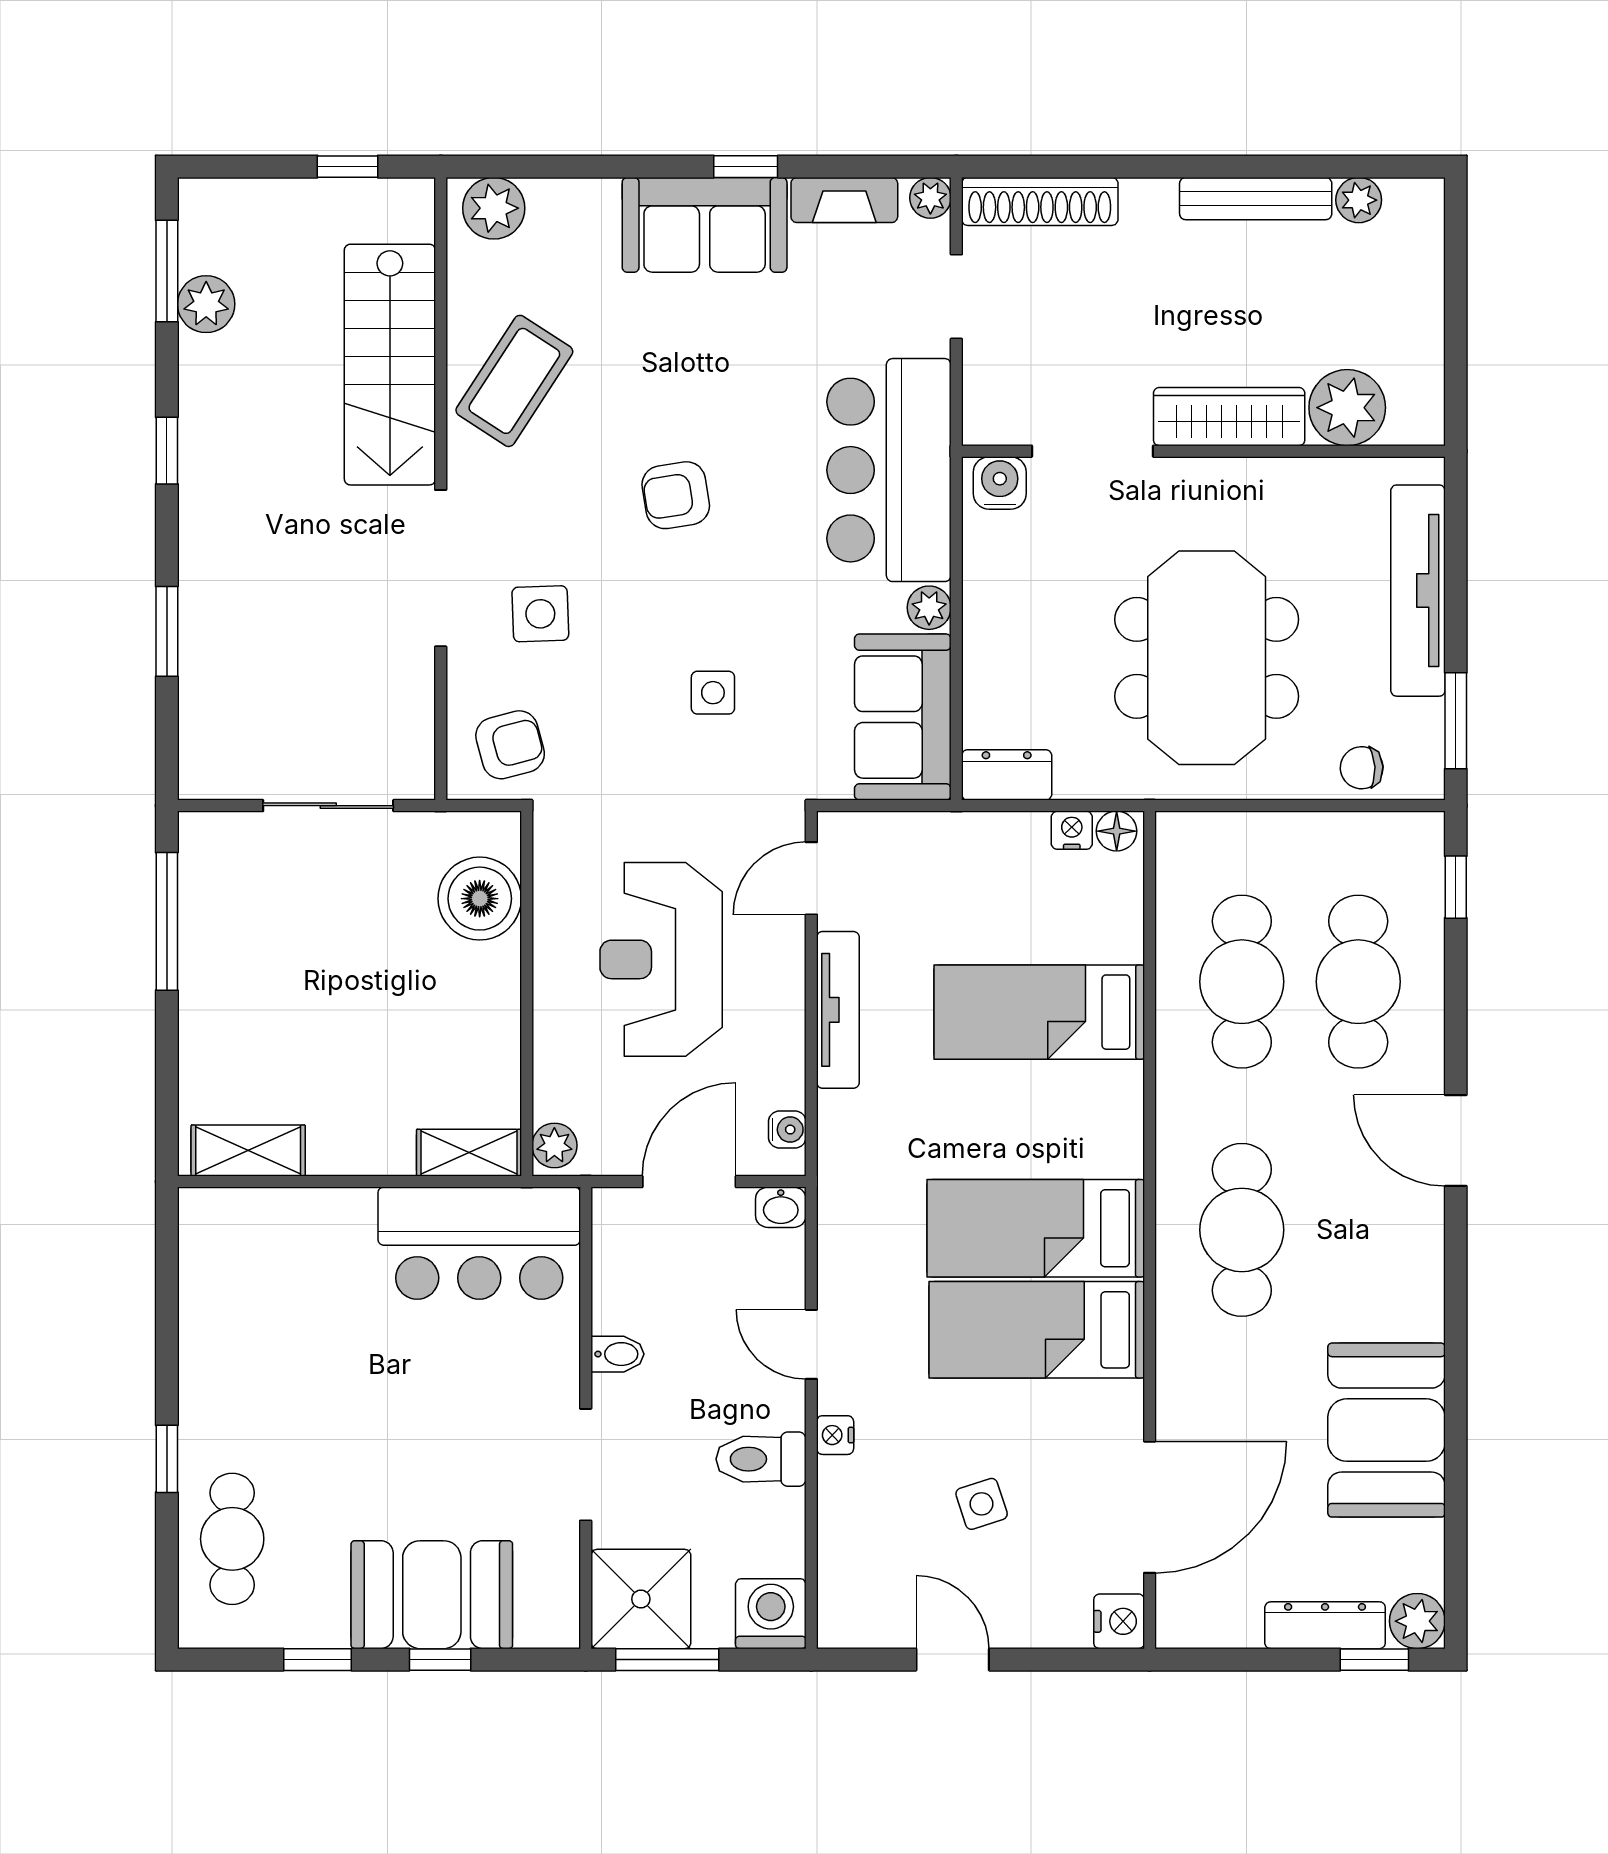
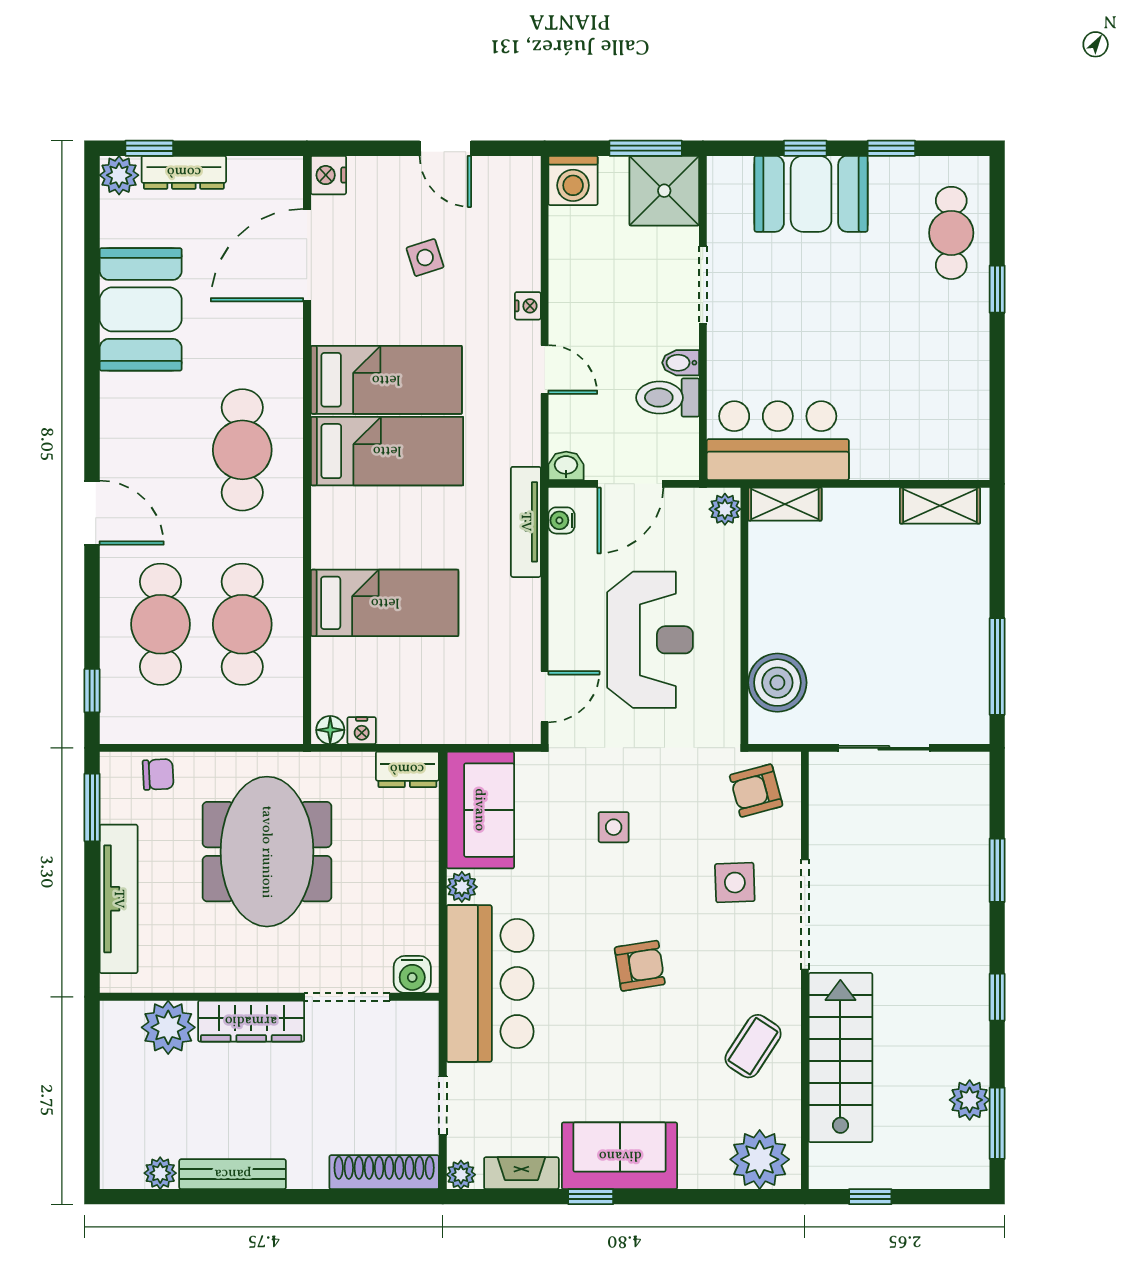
plant: (494, 208) -> (760, 1159), width x1.36, depth x1.36
coffee table: (514, 381) -> (753, 1046), width x0.73, depth x0.77
tv unit: (838, 1010) -> (526, 522), moved
toilet: (761, 1459) -> (668, 398), moved, turned 180

